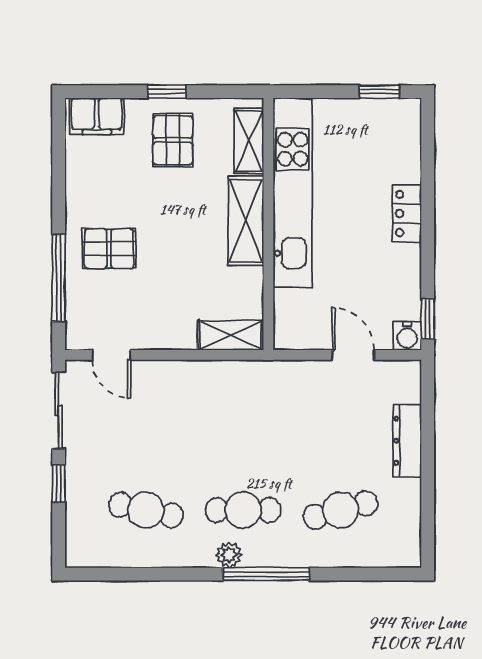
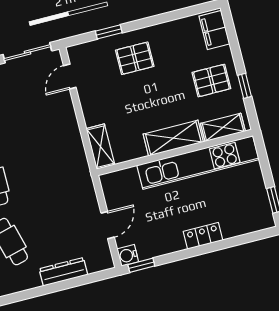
window: (167, 92) -> (245, 86), moved
pallet: (109, 249) -> (135, 58), turned 90
window: (59, 278) -> (109, 32), width x0.46

